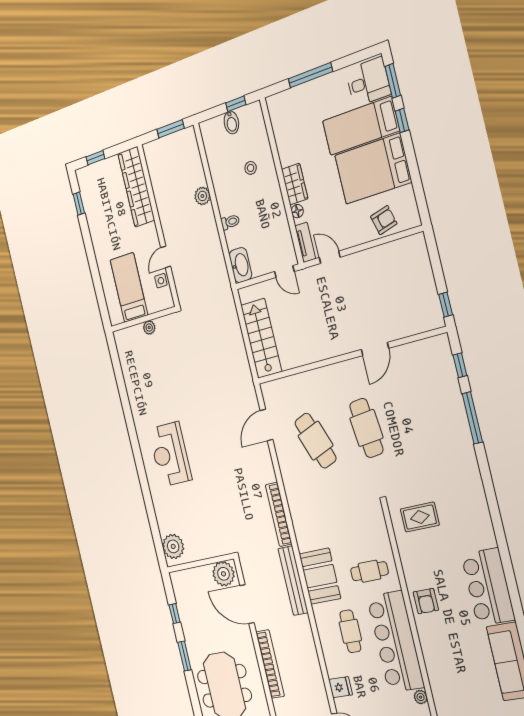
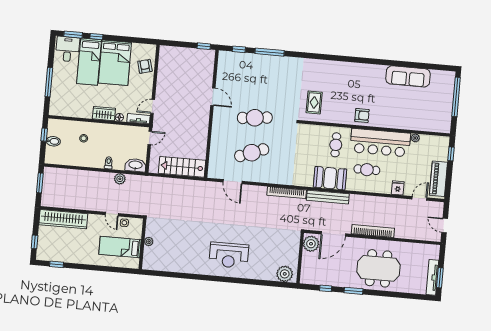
plant: (202, 196) -> (120, 179), moved
bar counter: (488, 587) -> (364, 75), removed

